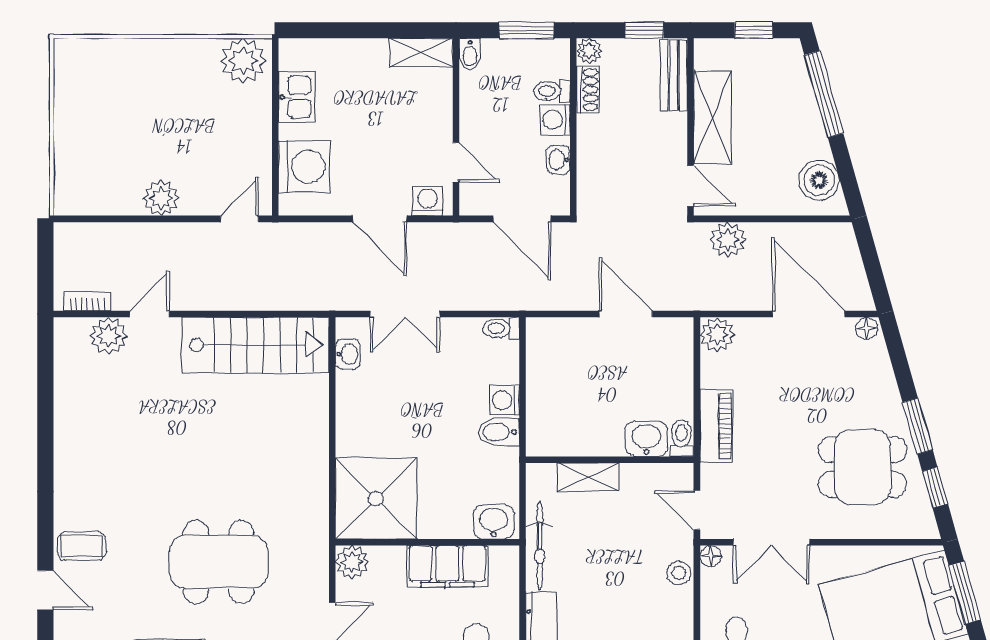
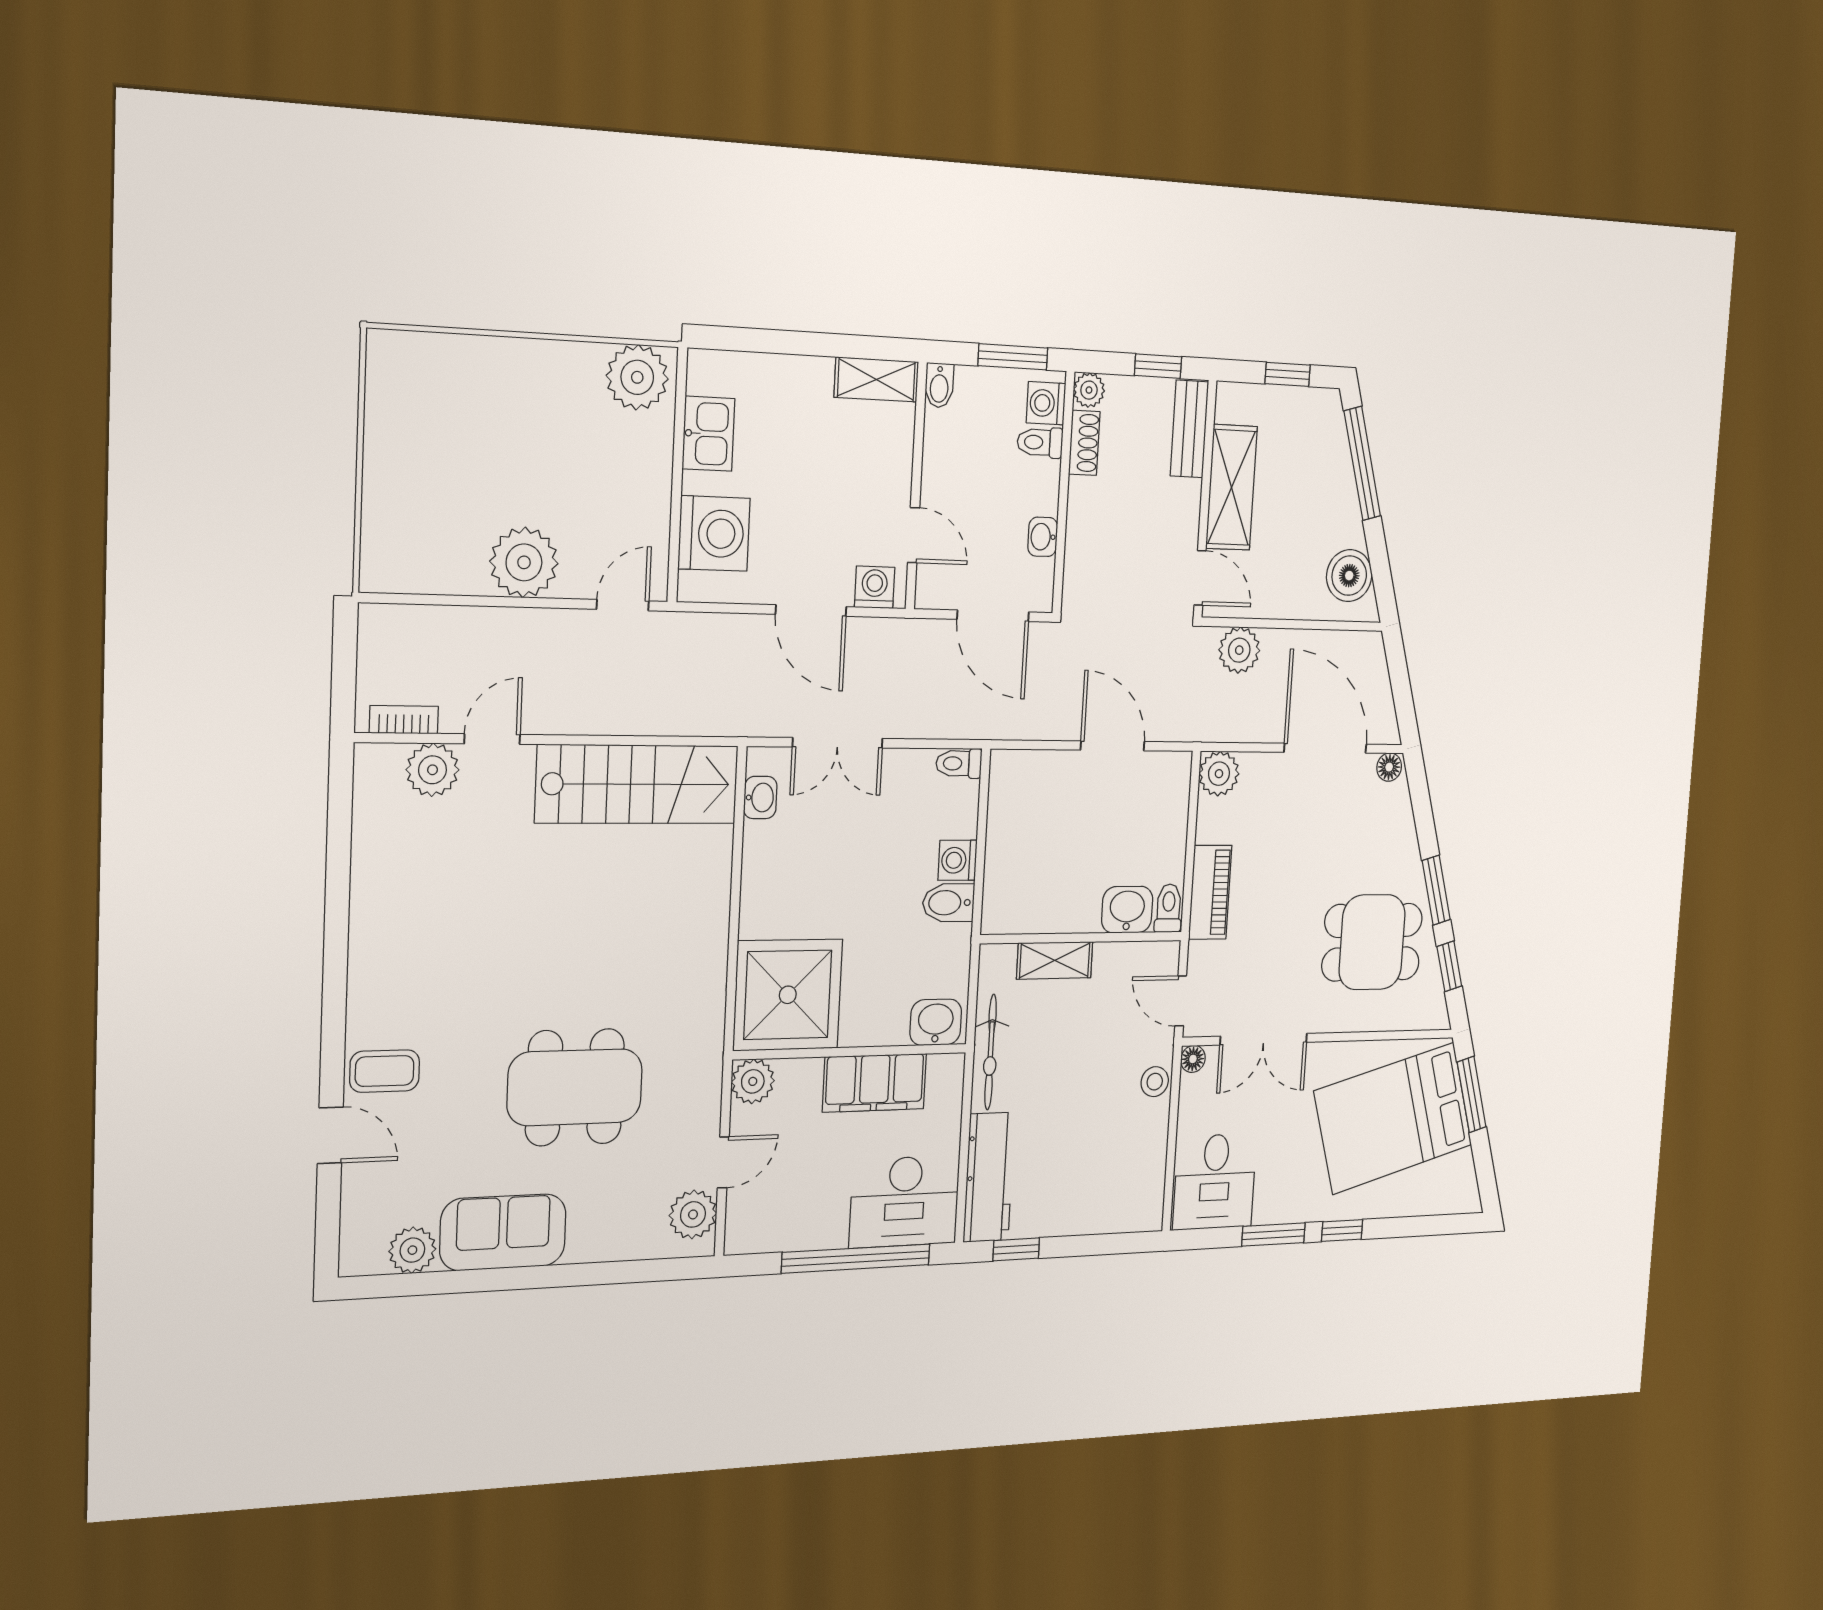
washing machine: (555, 120) -> (1046, 403), moved
plant: (161, 198) -> (524, 562), width x1.36, depth x1.36

